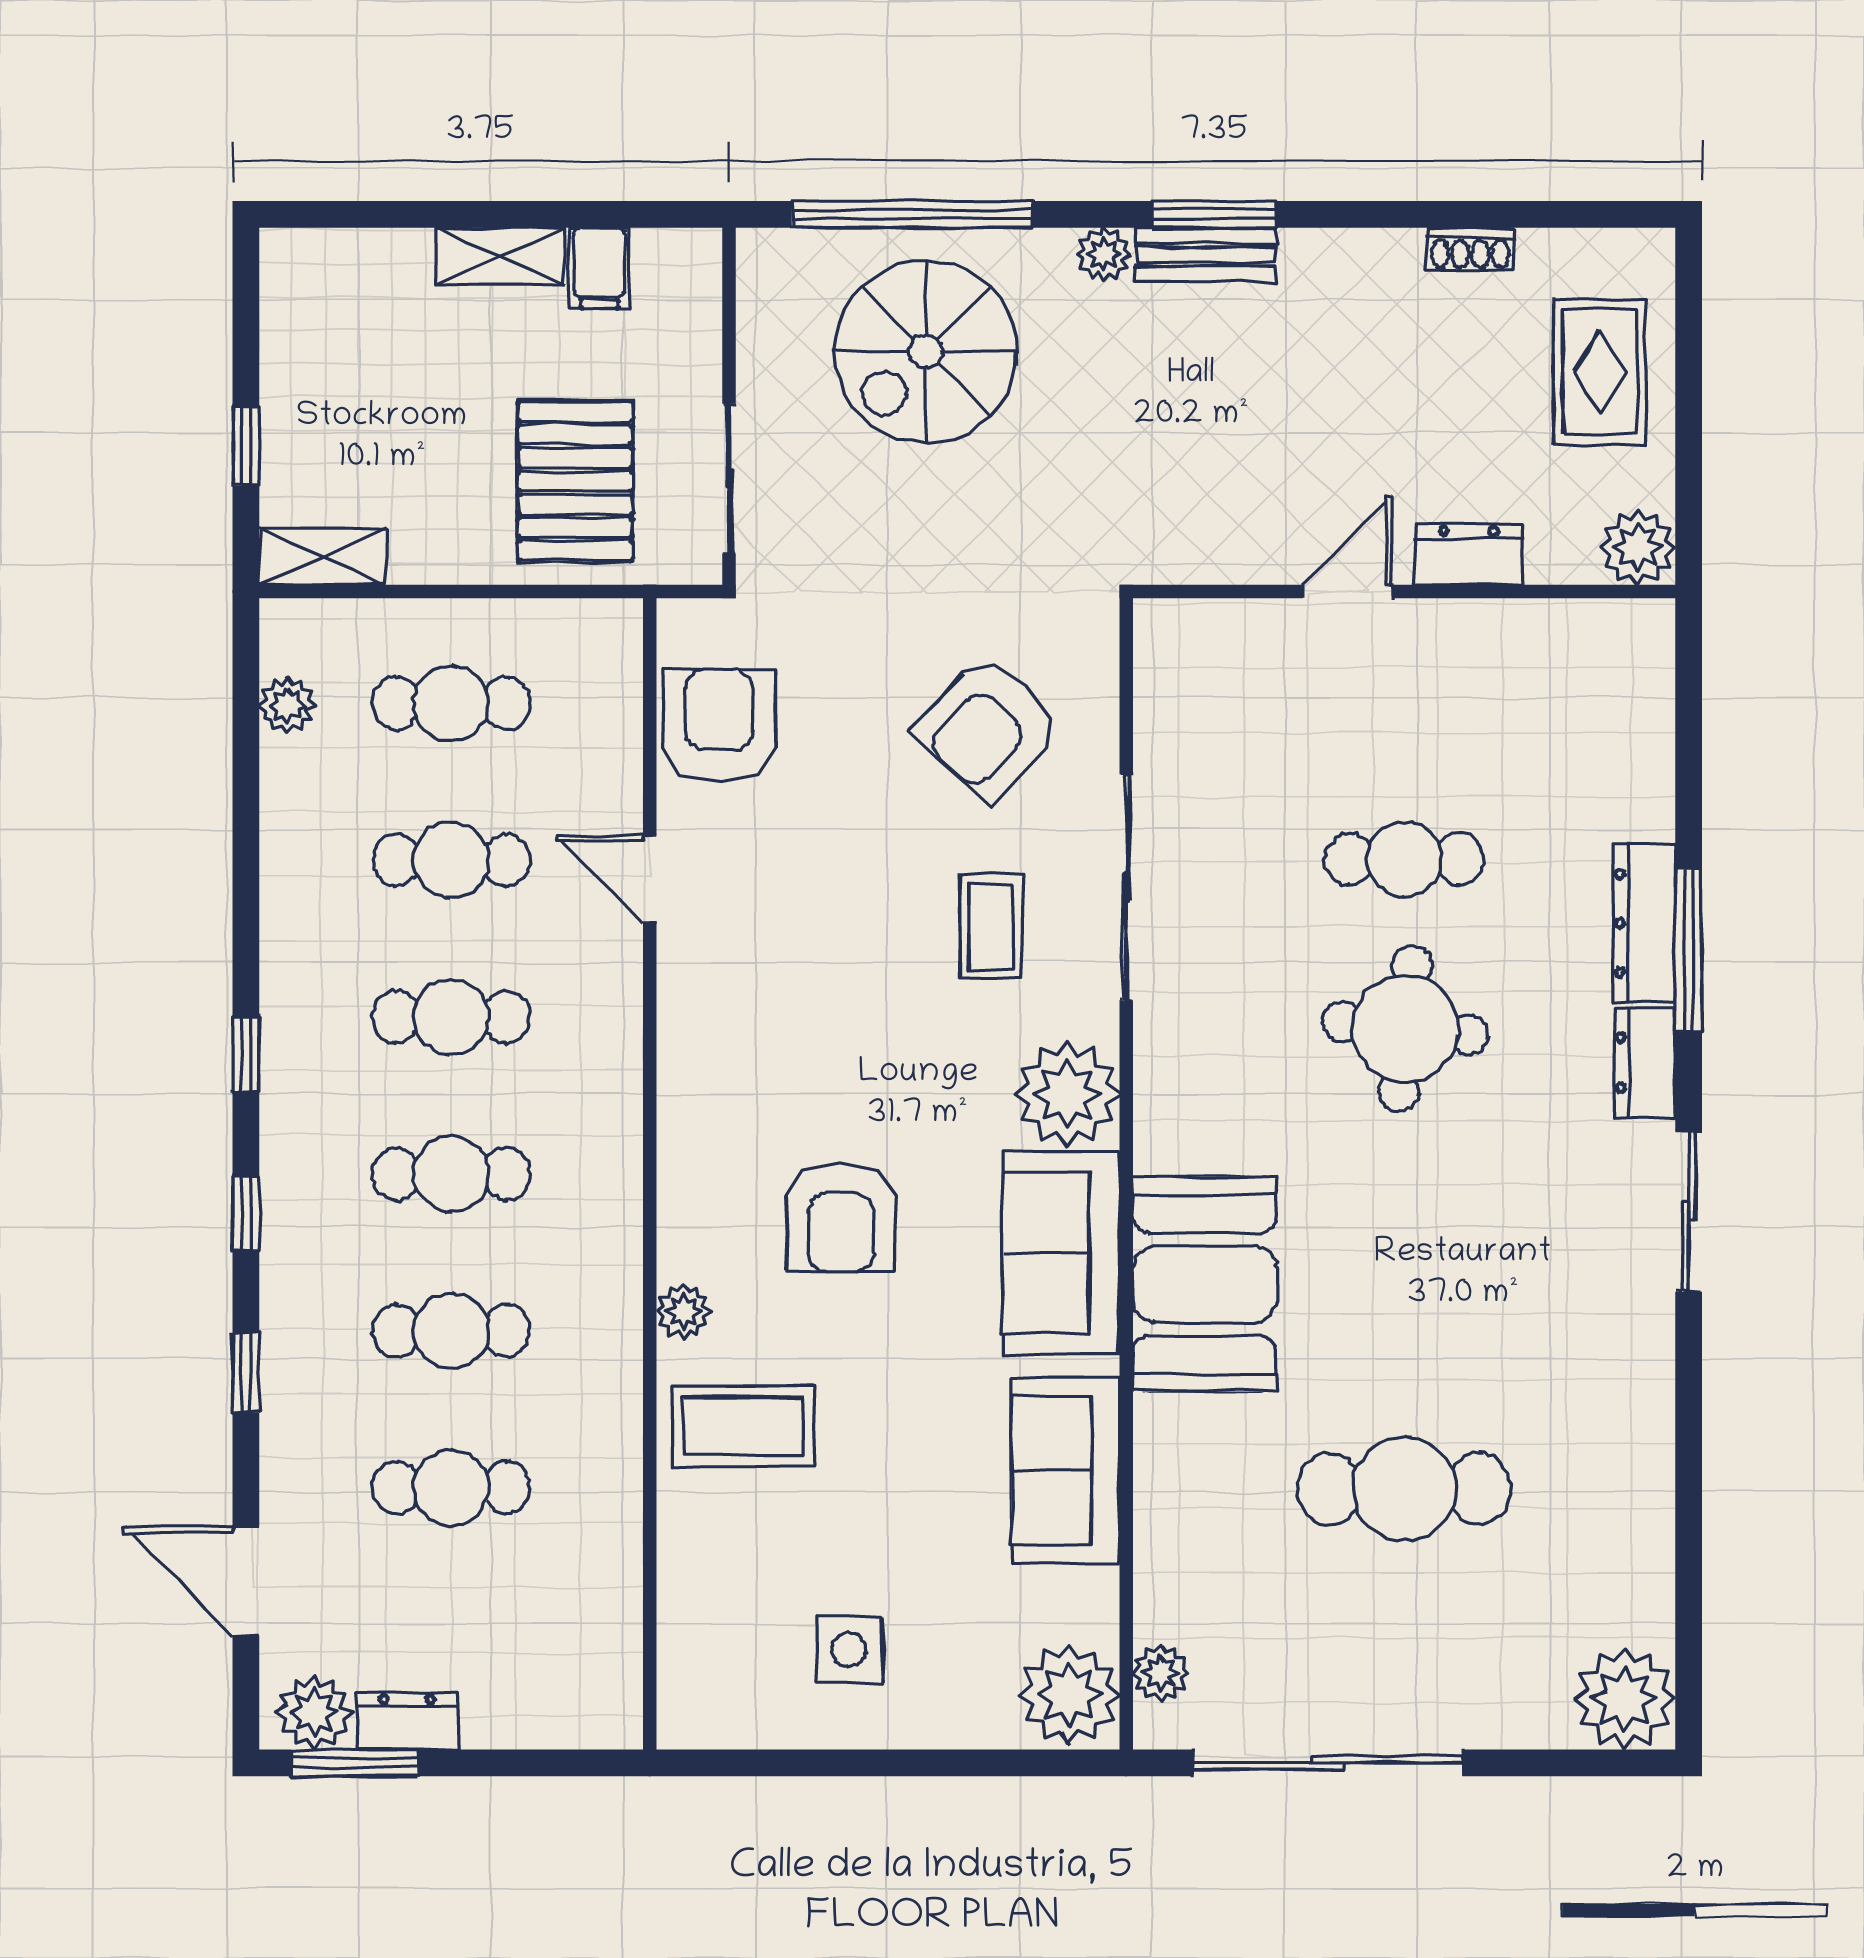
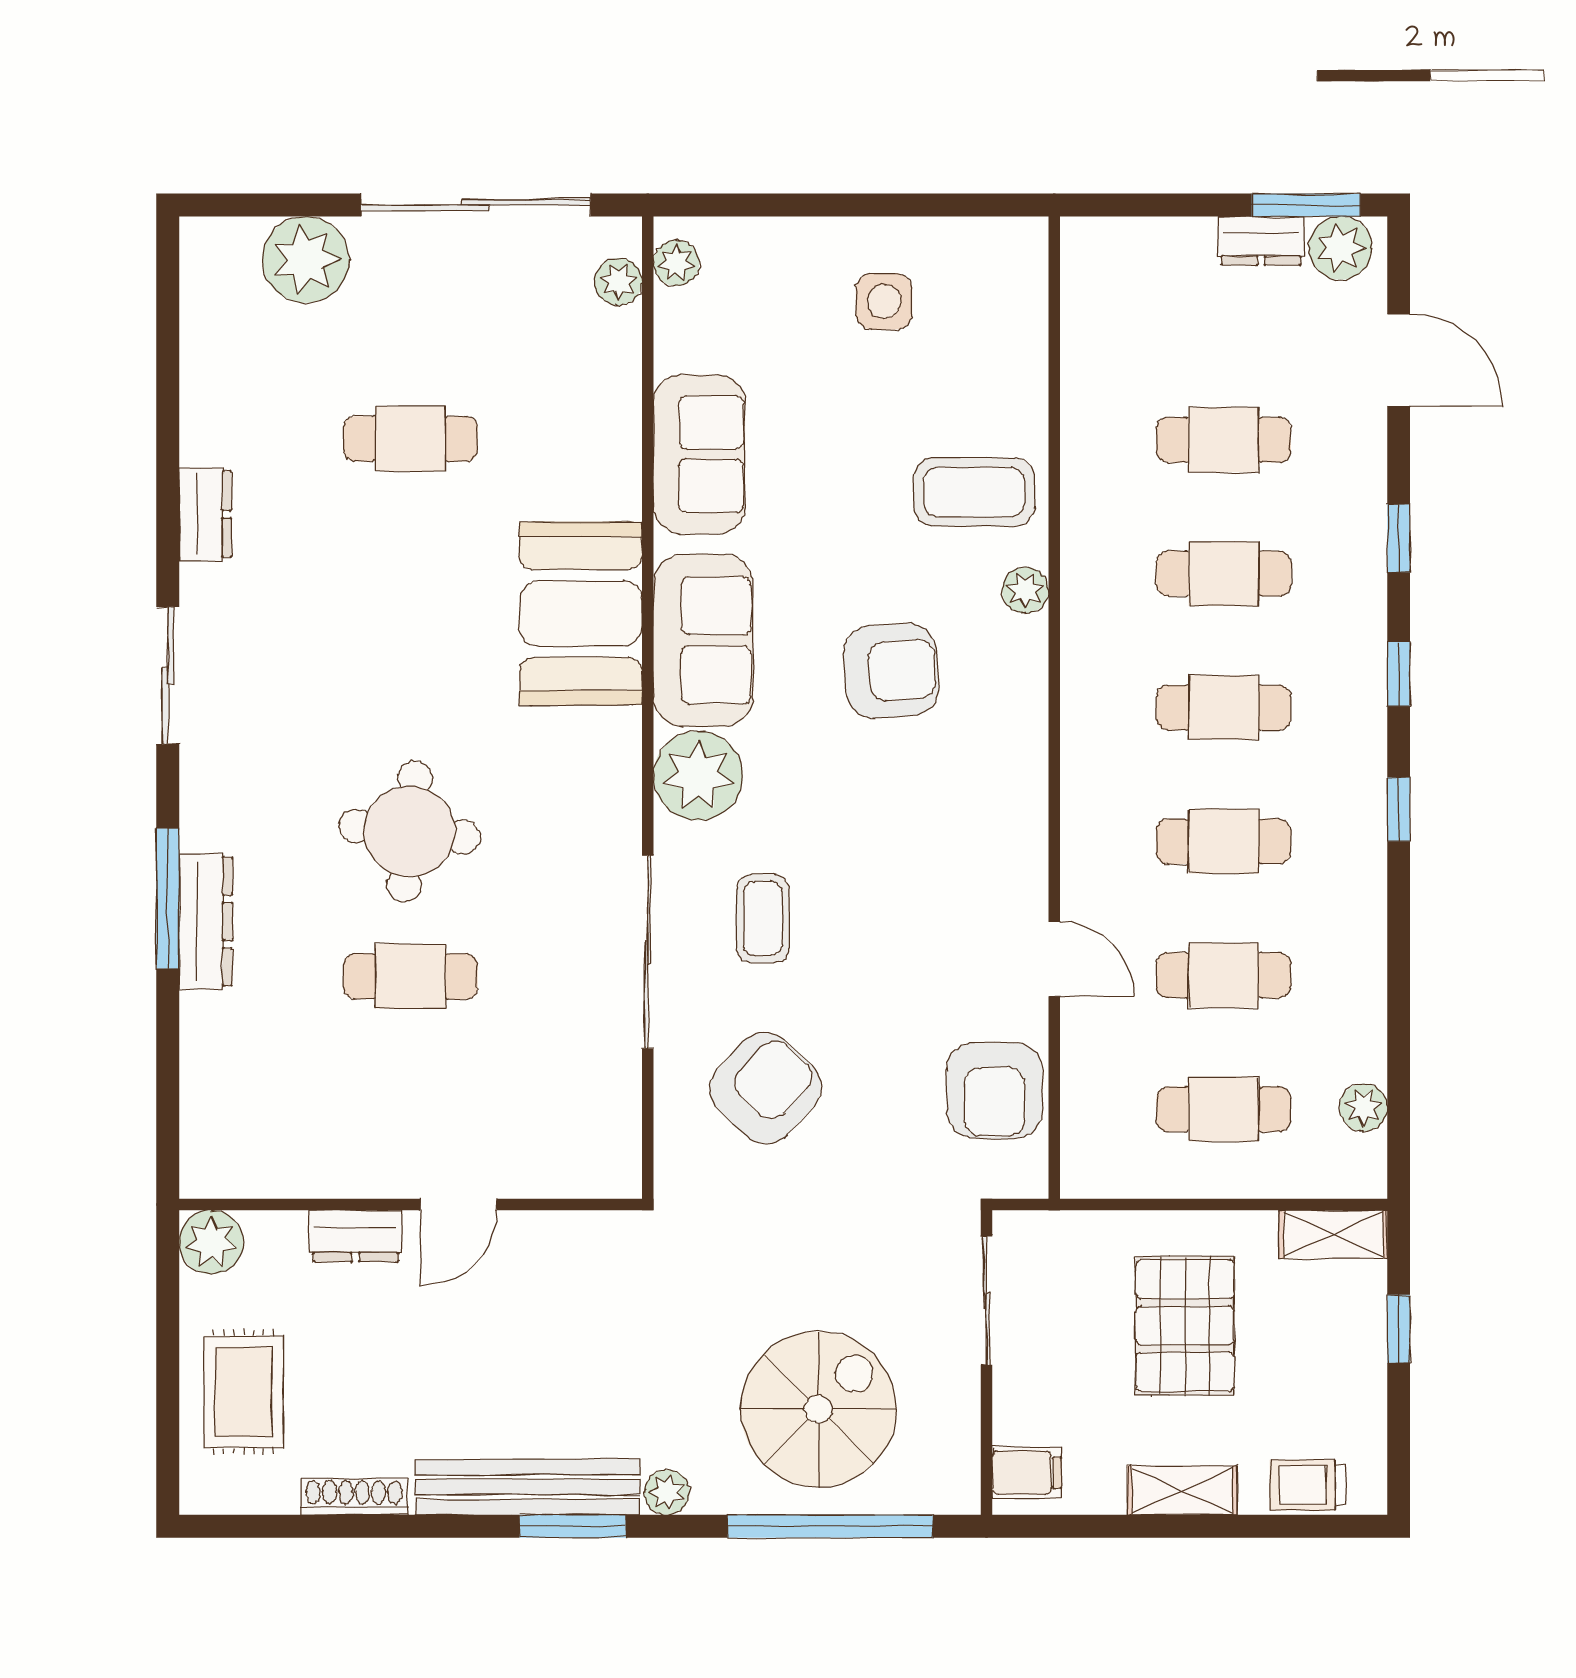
shoe rack: (1470, 249) -> (354, 1497), width x1.43
bench: (1206, 254) -> (528, 1487), width x1.86, depth x1.21
trolley: (352, 263) -> (1308, 1485), added
filing cabinet: (599, 268) -> (1027, 1473), moved, turned 90
pallet: (575, 481) -> (1185, 1326), moved
dresser: (1645, 1063) -> (205, 514), moved
armchair: (841, 1217) -> (891, 671), turned 86
cafe table: (1404, 1489) -> (411, 439), width x0.73, depth x0.74
plant: (1069, 1695) -> (676, 263), width x0.53, depth x0.53
plant: (1625, 1699) -> (306, 260), moved

